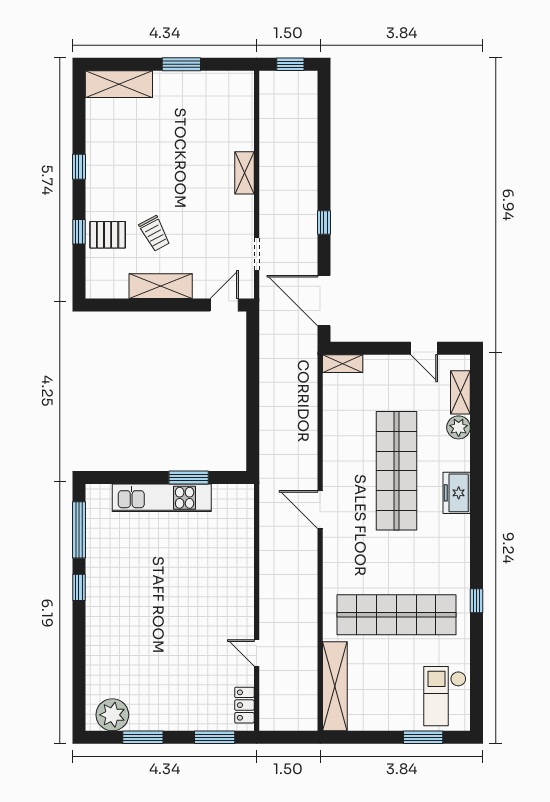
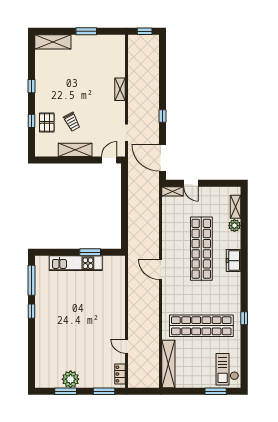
pallet: (108, 235) -> (47, 122), turned 90
door: (424, 348) -> (191, 183), moved
plant: (112, 715) -> (71, 379), moved

